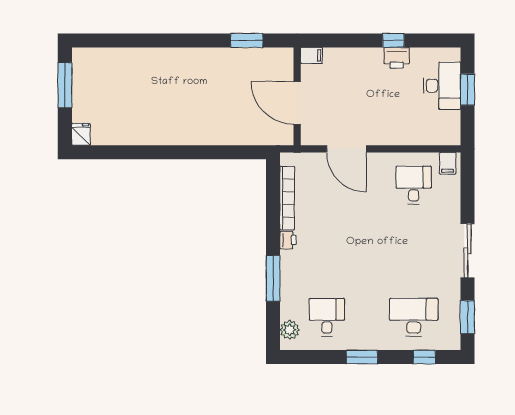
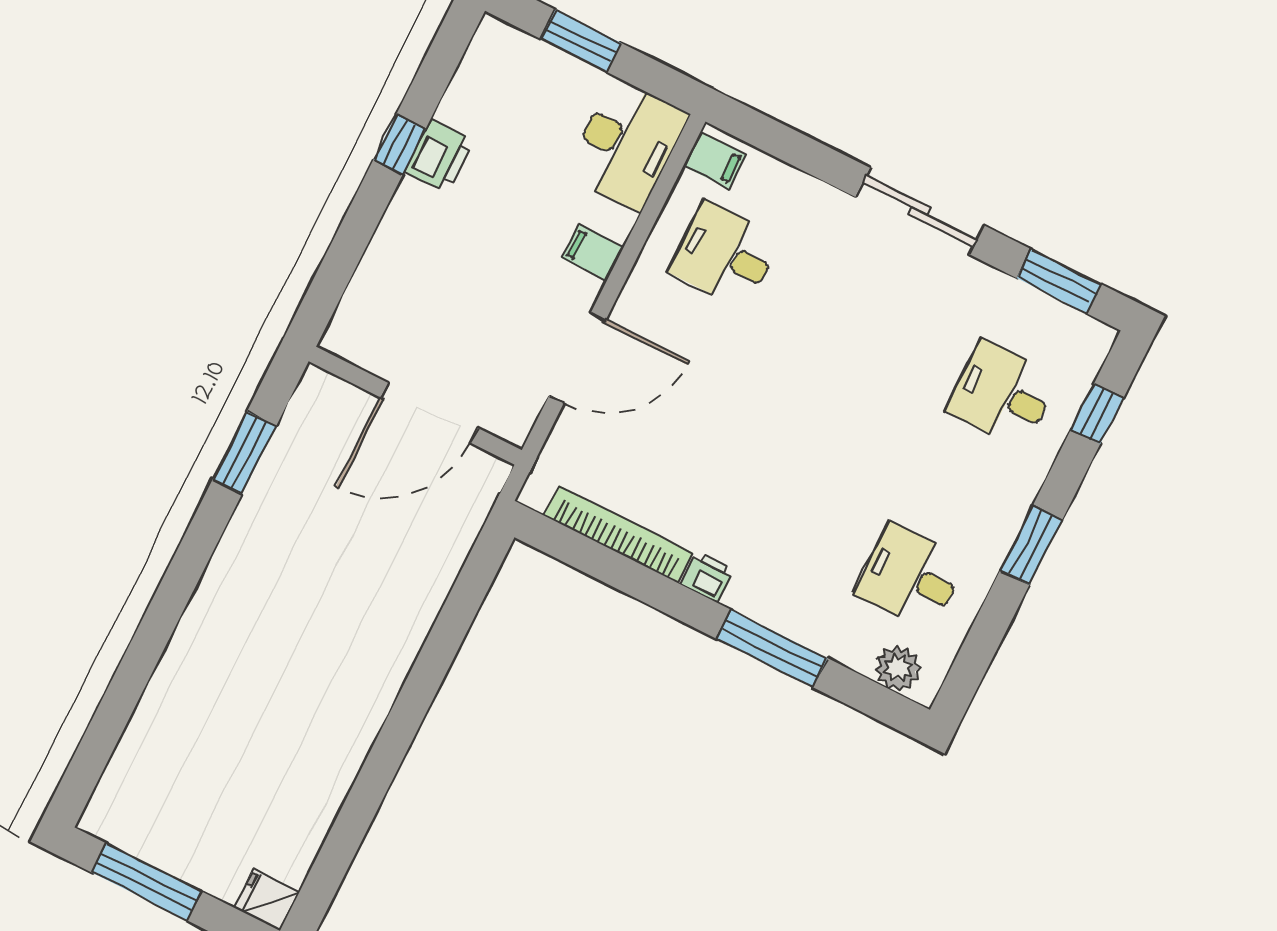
filing cabinet: (311, 55) -> (593, 252), moved, turned -90
desk: (442, 86) -> (627, 144), moved, turned 90
desk: (414, 317) -> (1002, 394), width x0.73

